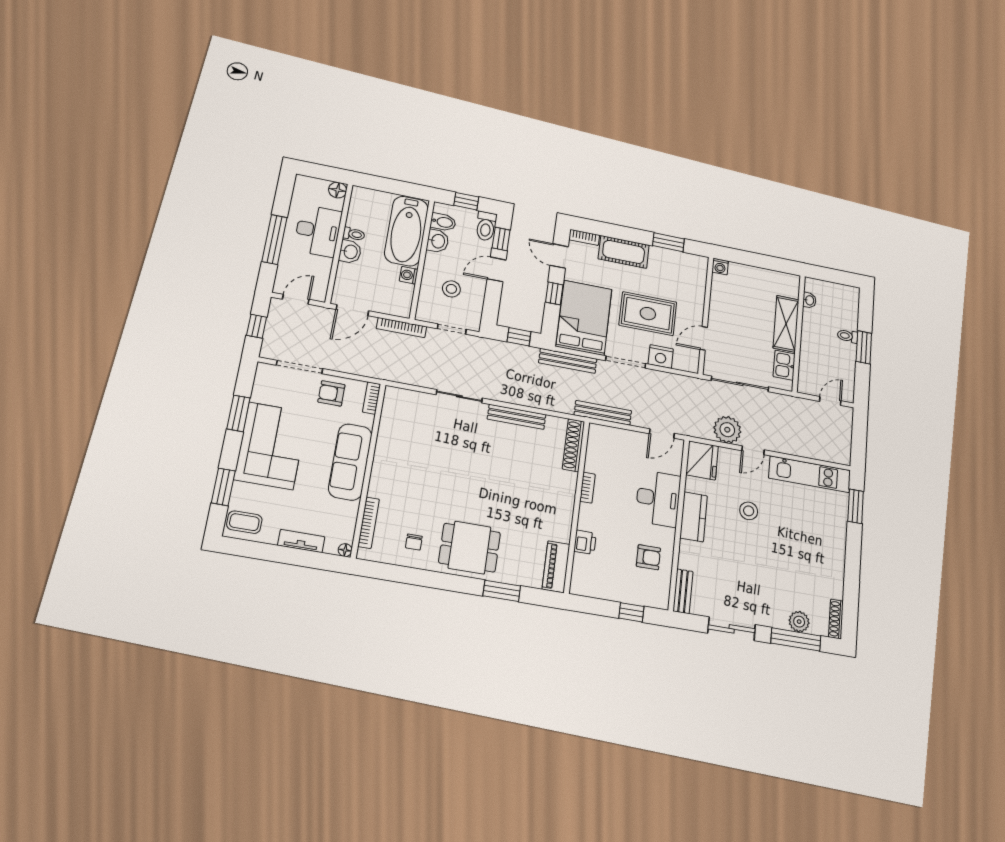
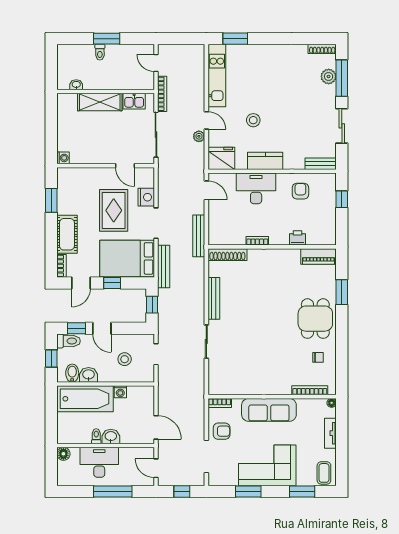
bookcase: (401, 328) -> (162, 94), moved
armchair: (331, 393) -> (222, 431), turned -90
plant: (727, 430) -> (199, 136), width x0.53, depth x0.53

